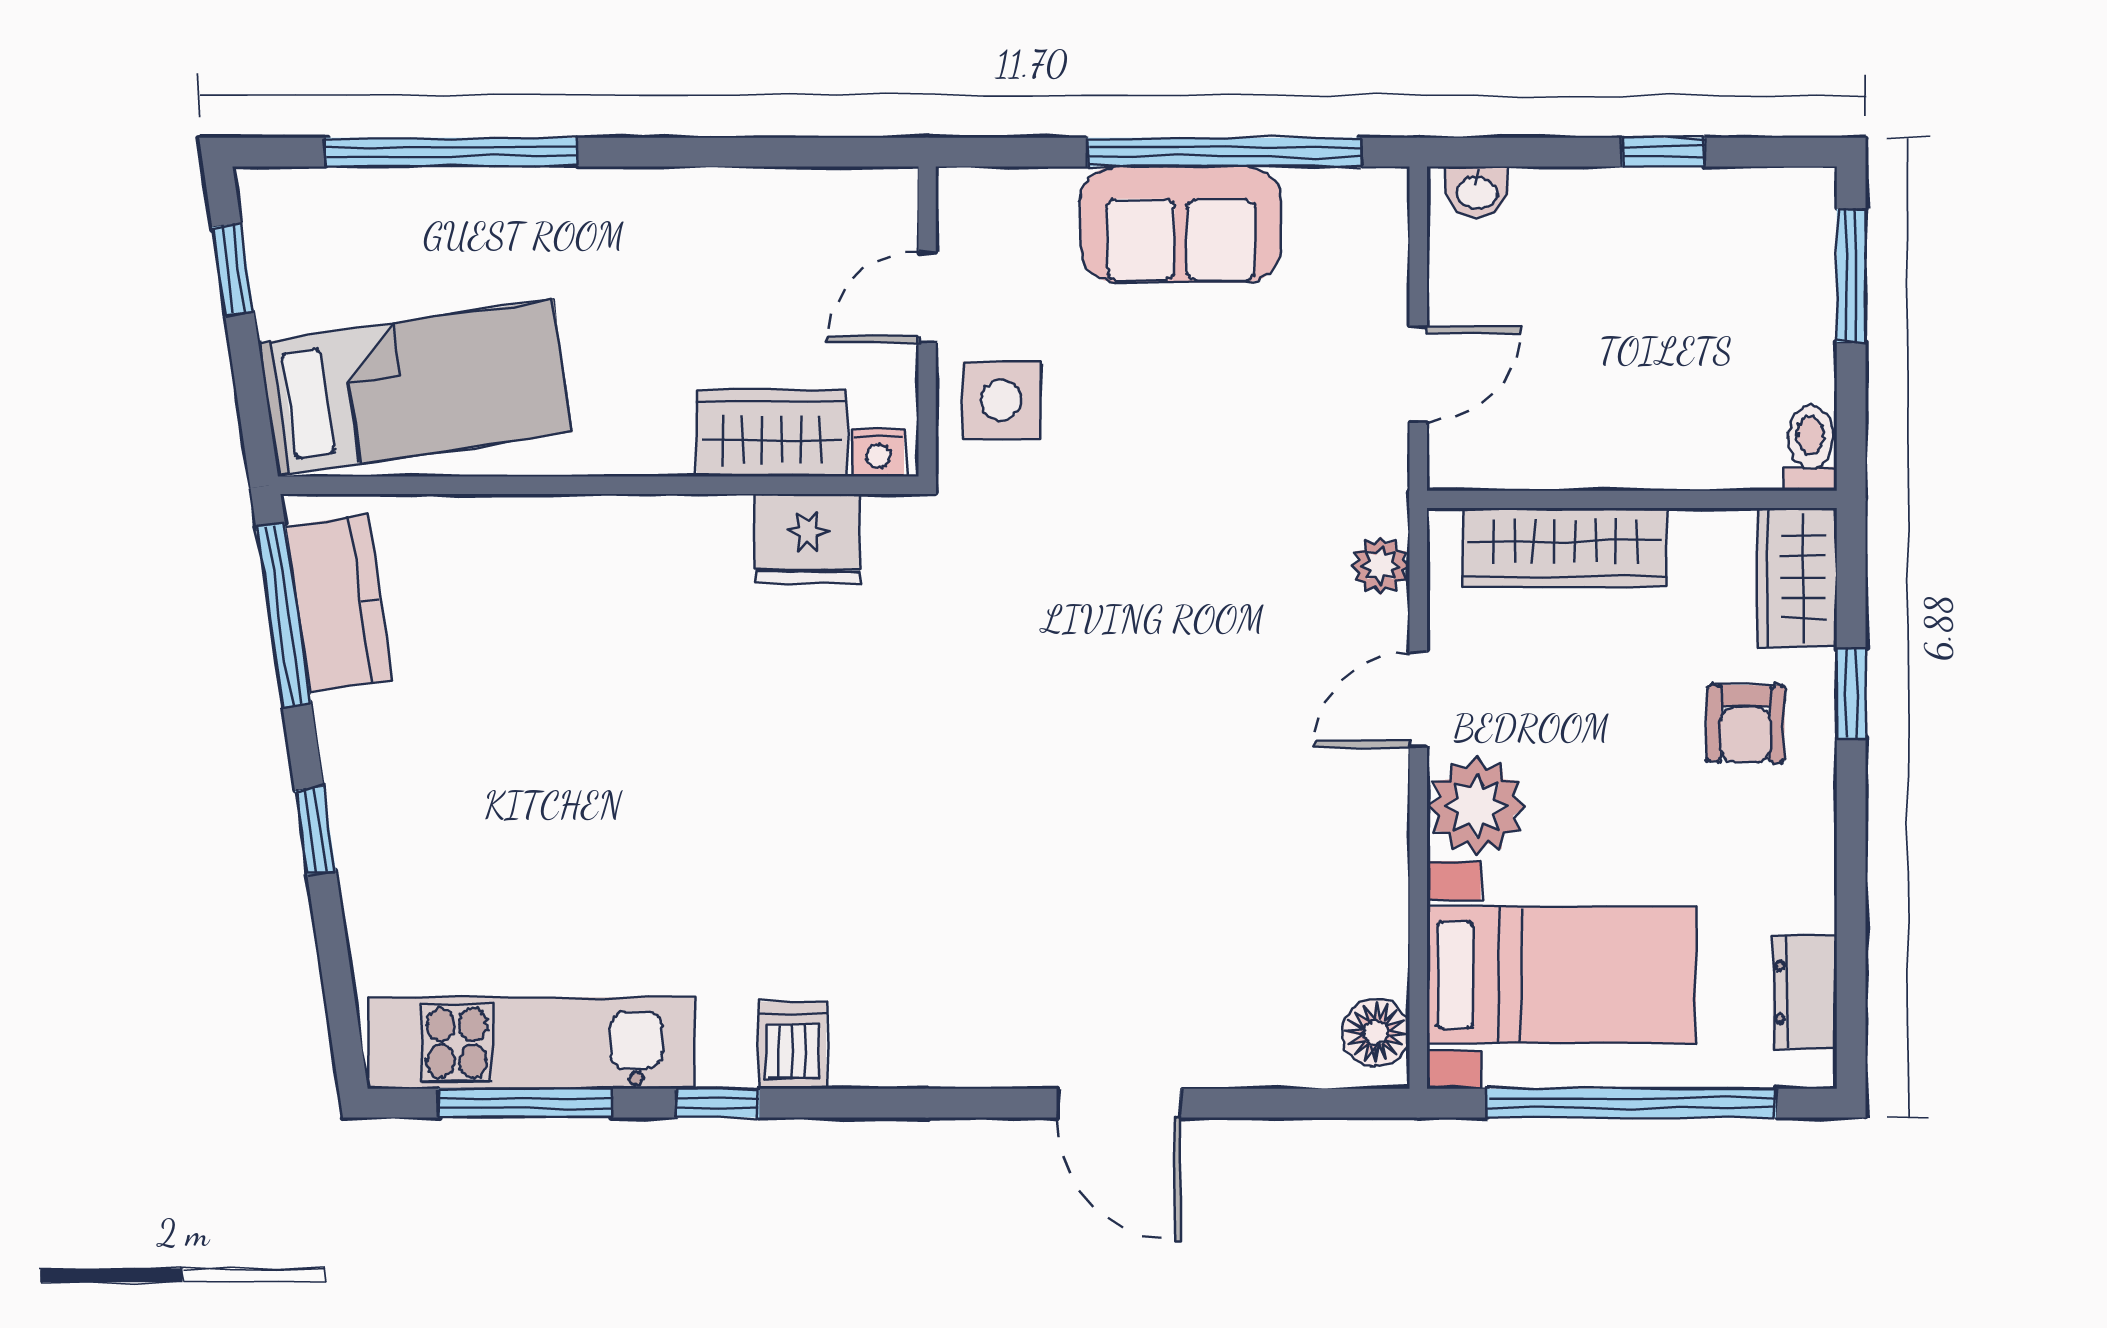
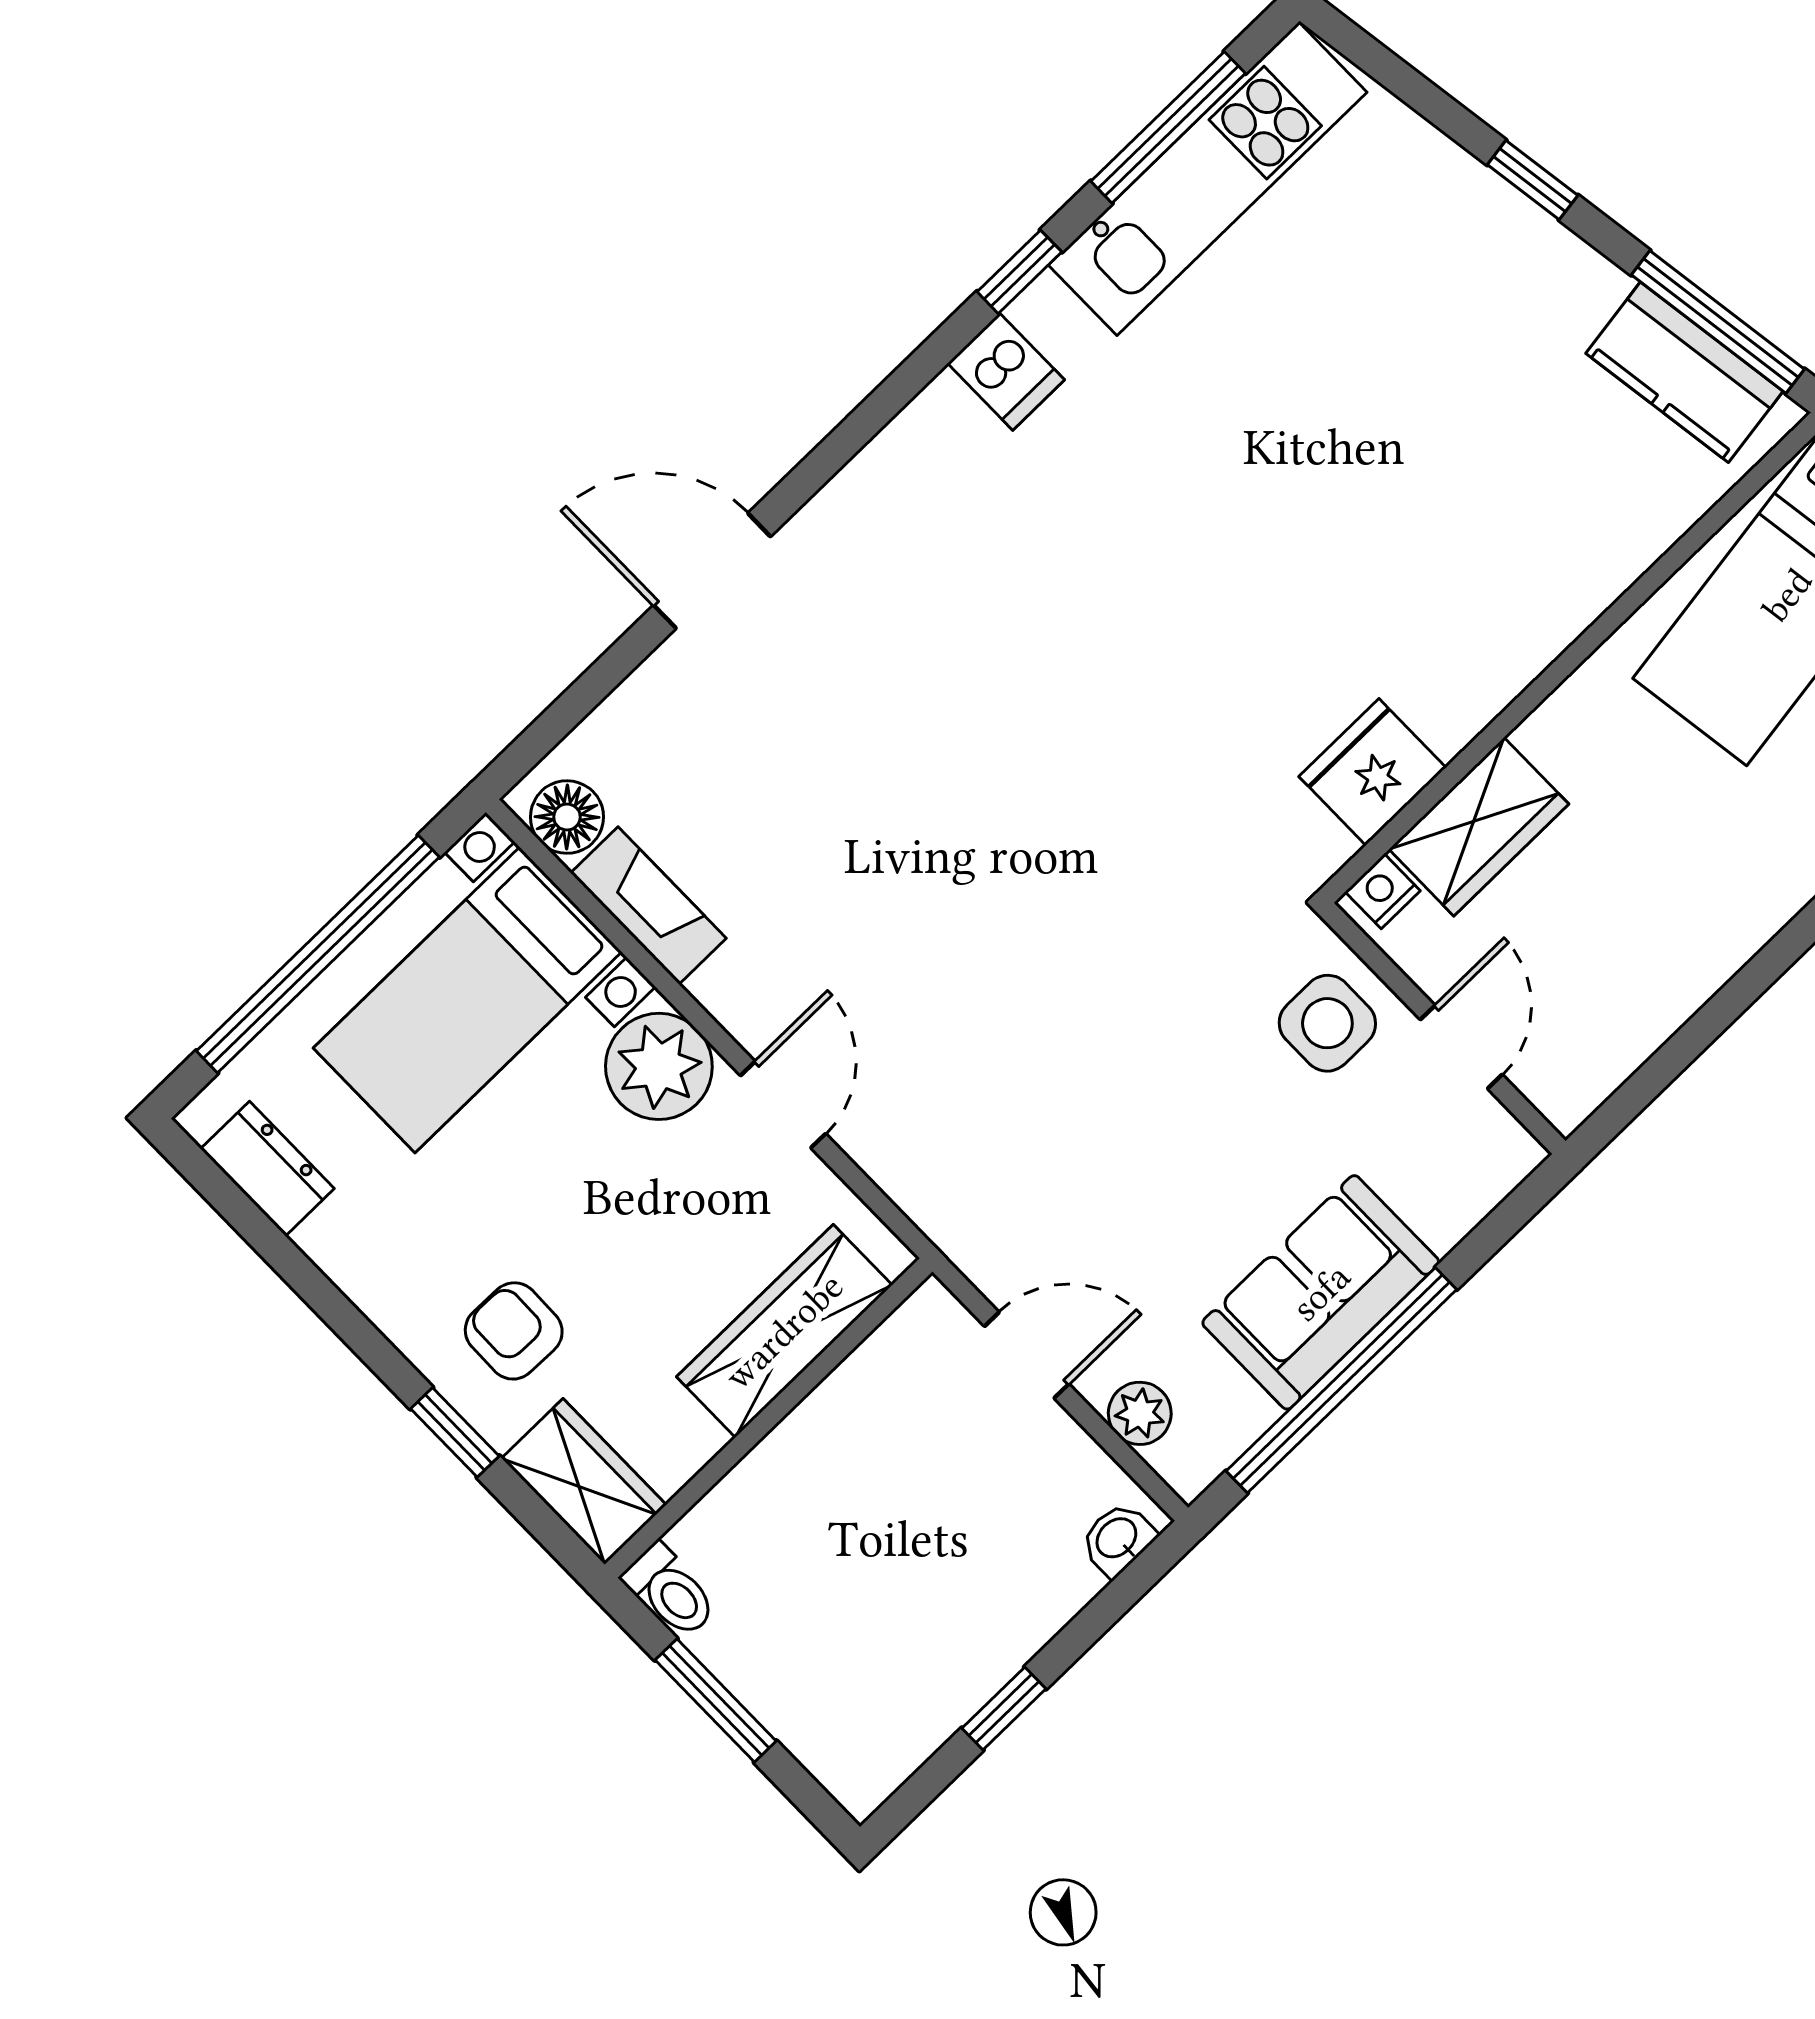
window: (1851, 275) -> (716, 1701), moved
door: (1418, 374) -> (1027, 1355), swing flipped
plant: (1381, 566) -> (1140, 1413), moved
fireplace: (1379, 921) -> (648, 905), added

